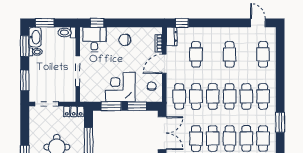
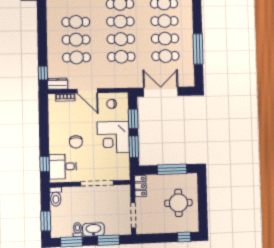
washbasin: (35, 37) -> (93, 230), moved
chair: (125, 40) -> (76, 142), moved
cafe table: (179, 96) -> (76, 40), moved

